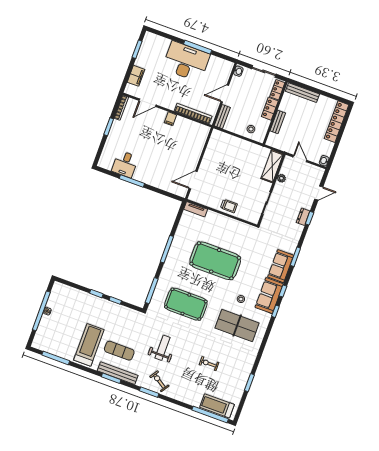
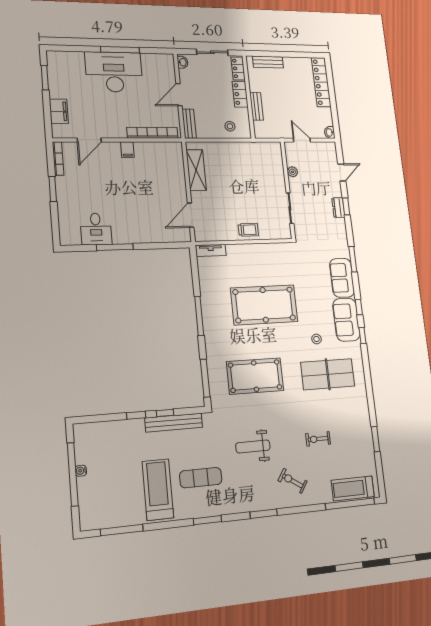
bench: (302, 93) -> (268, 62), width x0.73
shelving: (272, 166) -> (196, 170), moved
weight bench: (162, 348) -> (253, 446), turned -90
bench: (118, 373) -> (174, 423), moved
exercise bike: (159, 381) -> (293, 481), moved

